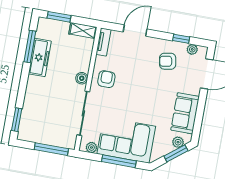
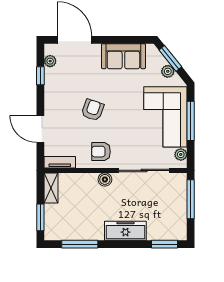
freezer: (40, 57) -> (125, 231), moved
armchair: (168, 61) -> (93, 110), moved, turned -151
plant: (178, 142) -> (168, 71), moved

